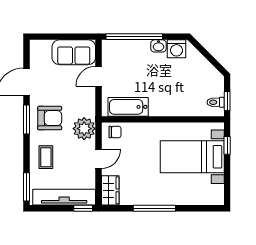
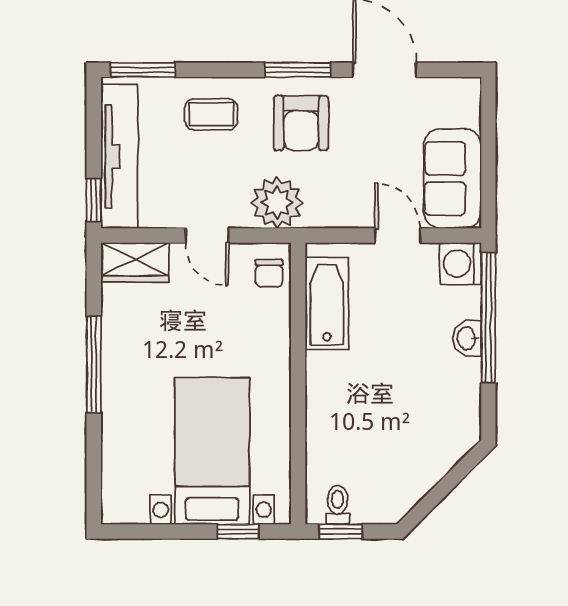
washbasin: (159, 46) -> (467, 338), moved
washing machine: (176, 49) -> (460, 264), moved

